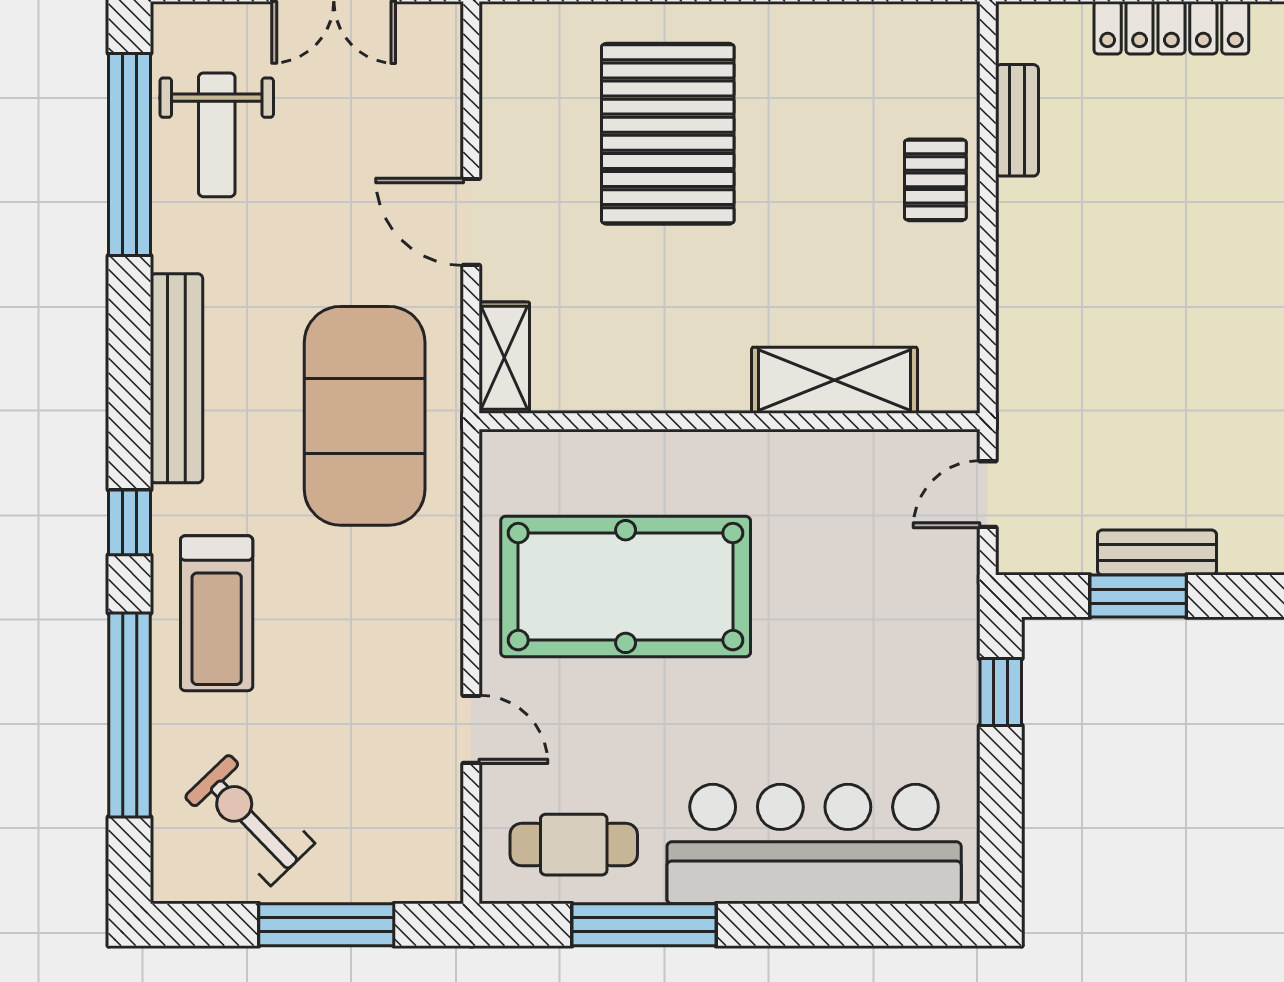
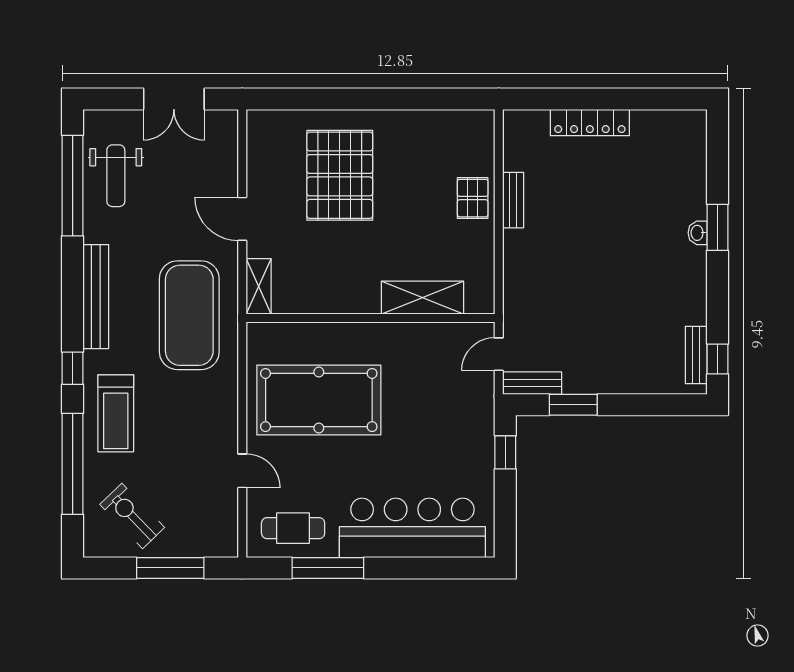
bench: (1017, 120) -> (513, 200), moved
bench: (1157, 553) -> (532, 383), moved

